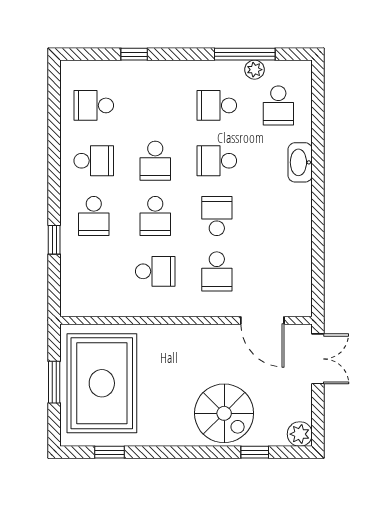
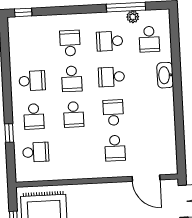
window: (134, 54) -> (23, 12), moved
school desk: (94, 105) -> (70, 43), moved, turned 90
school desk: (155, 271) -> (36, 152), moved

